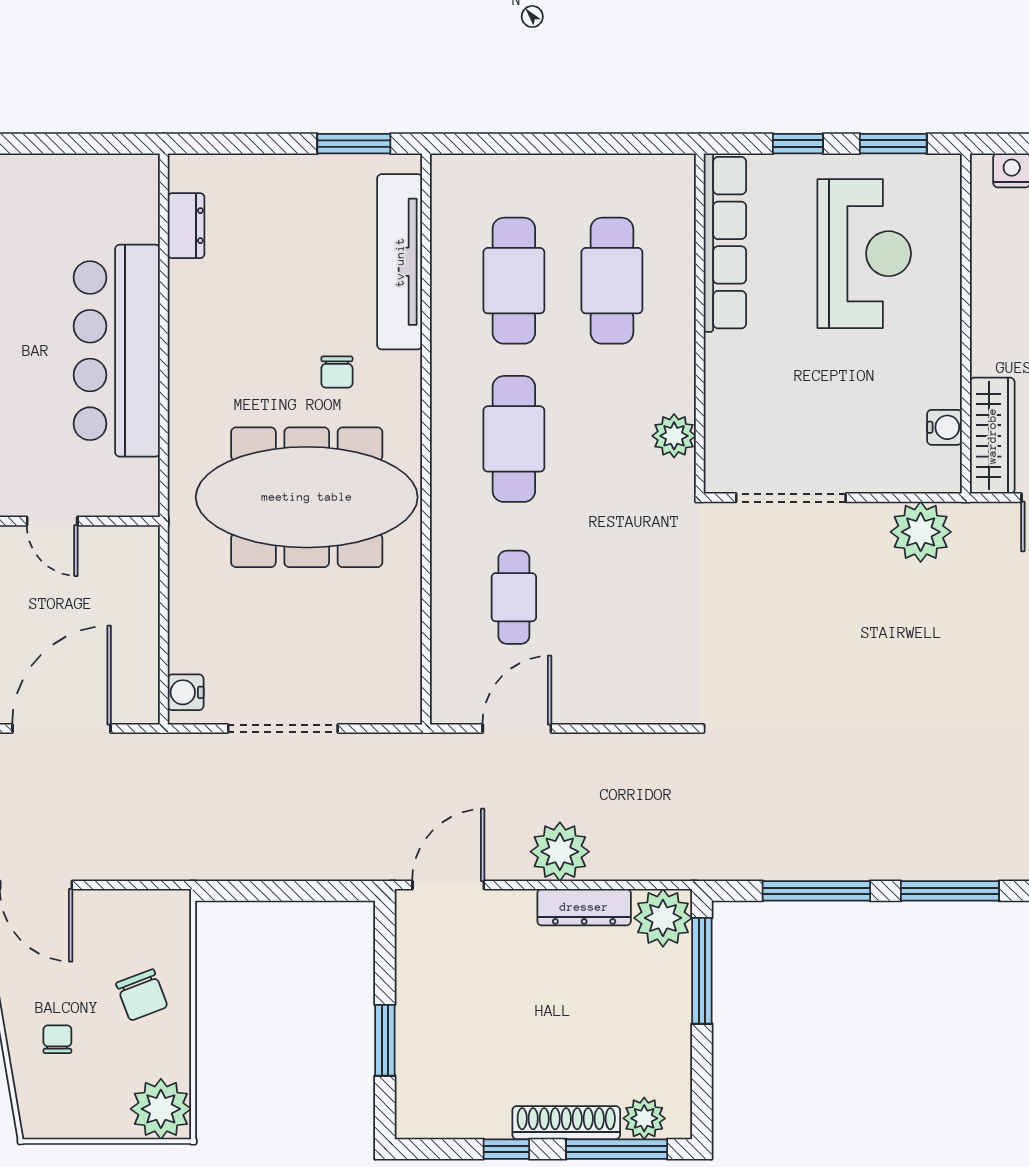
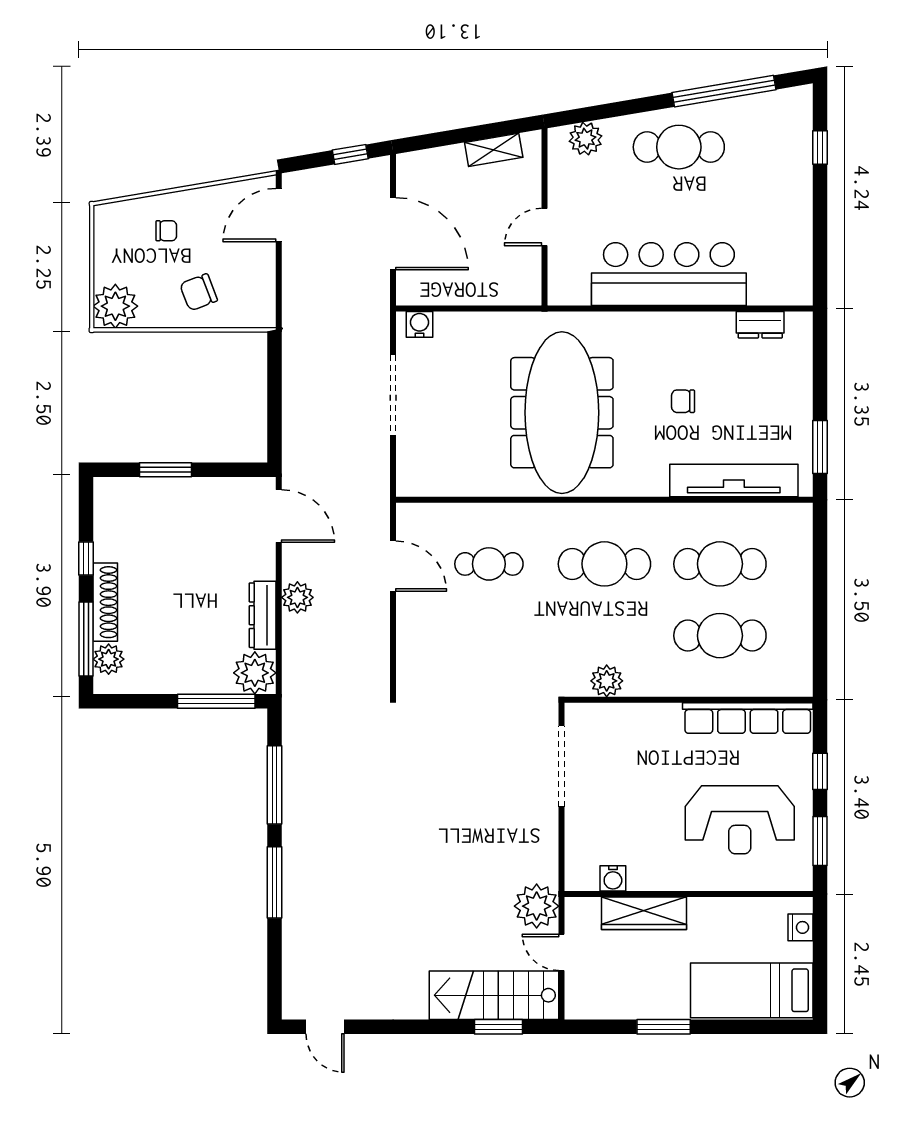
chair: (337, 372) -> (683, 401), moved
wardrobe: (992, 436) -> (644, 913), moved
plant: (921, 532) -> (537, 906), moved
plant: (560, 852) -> (297, 597), width x0.73, depth x0.73

